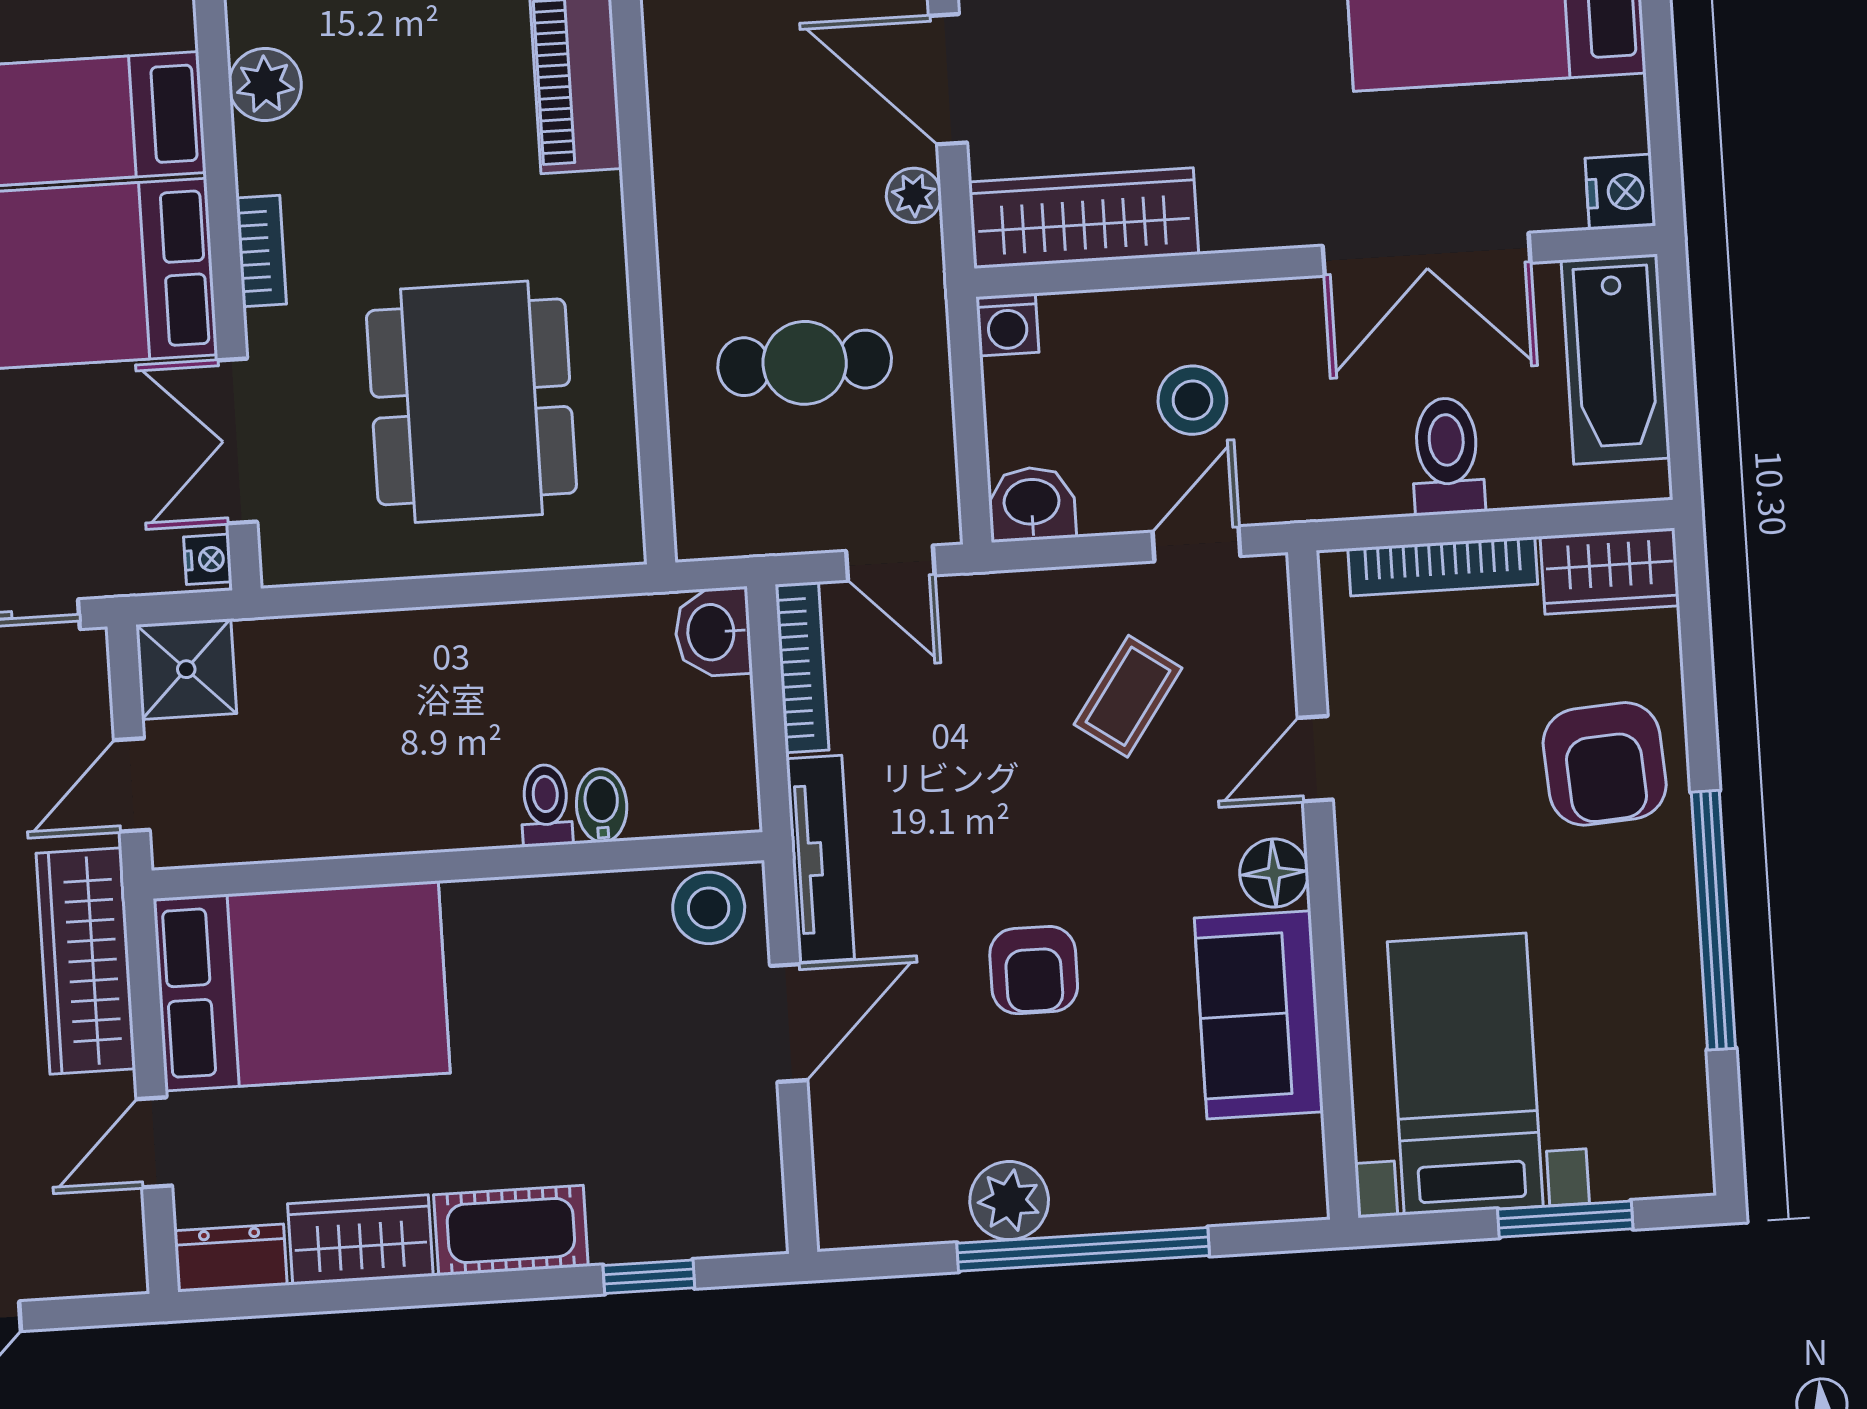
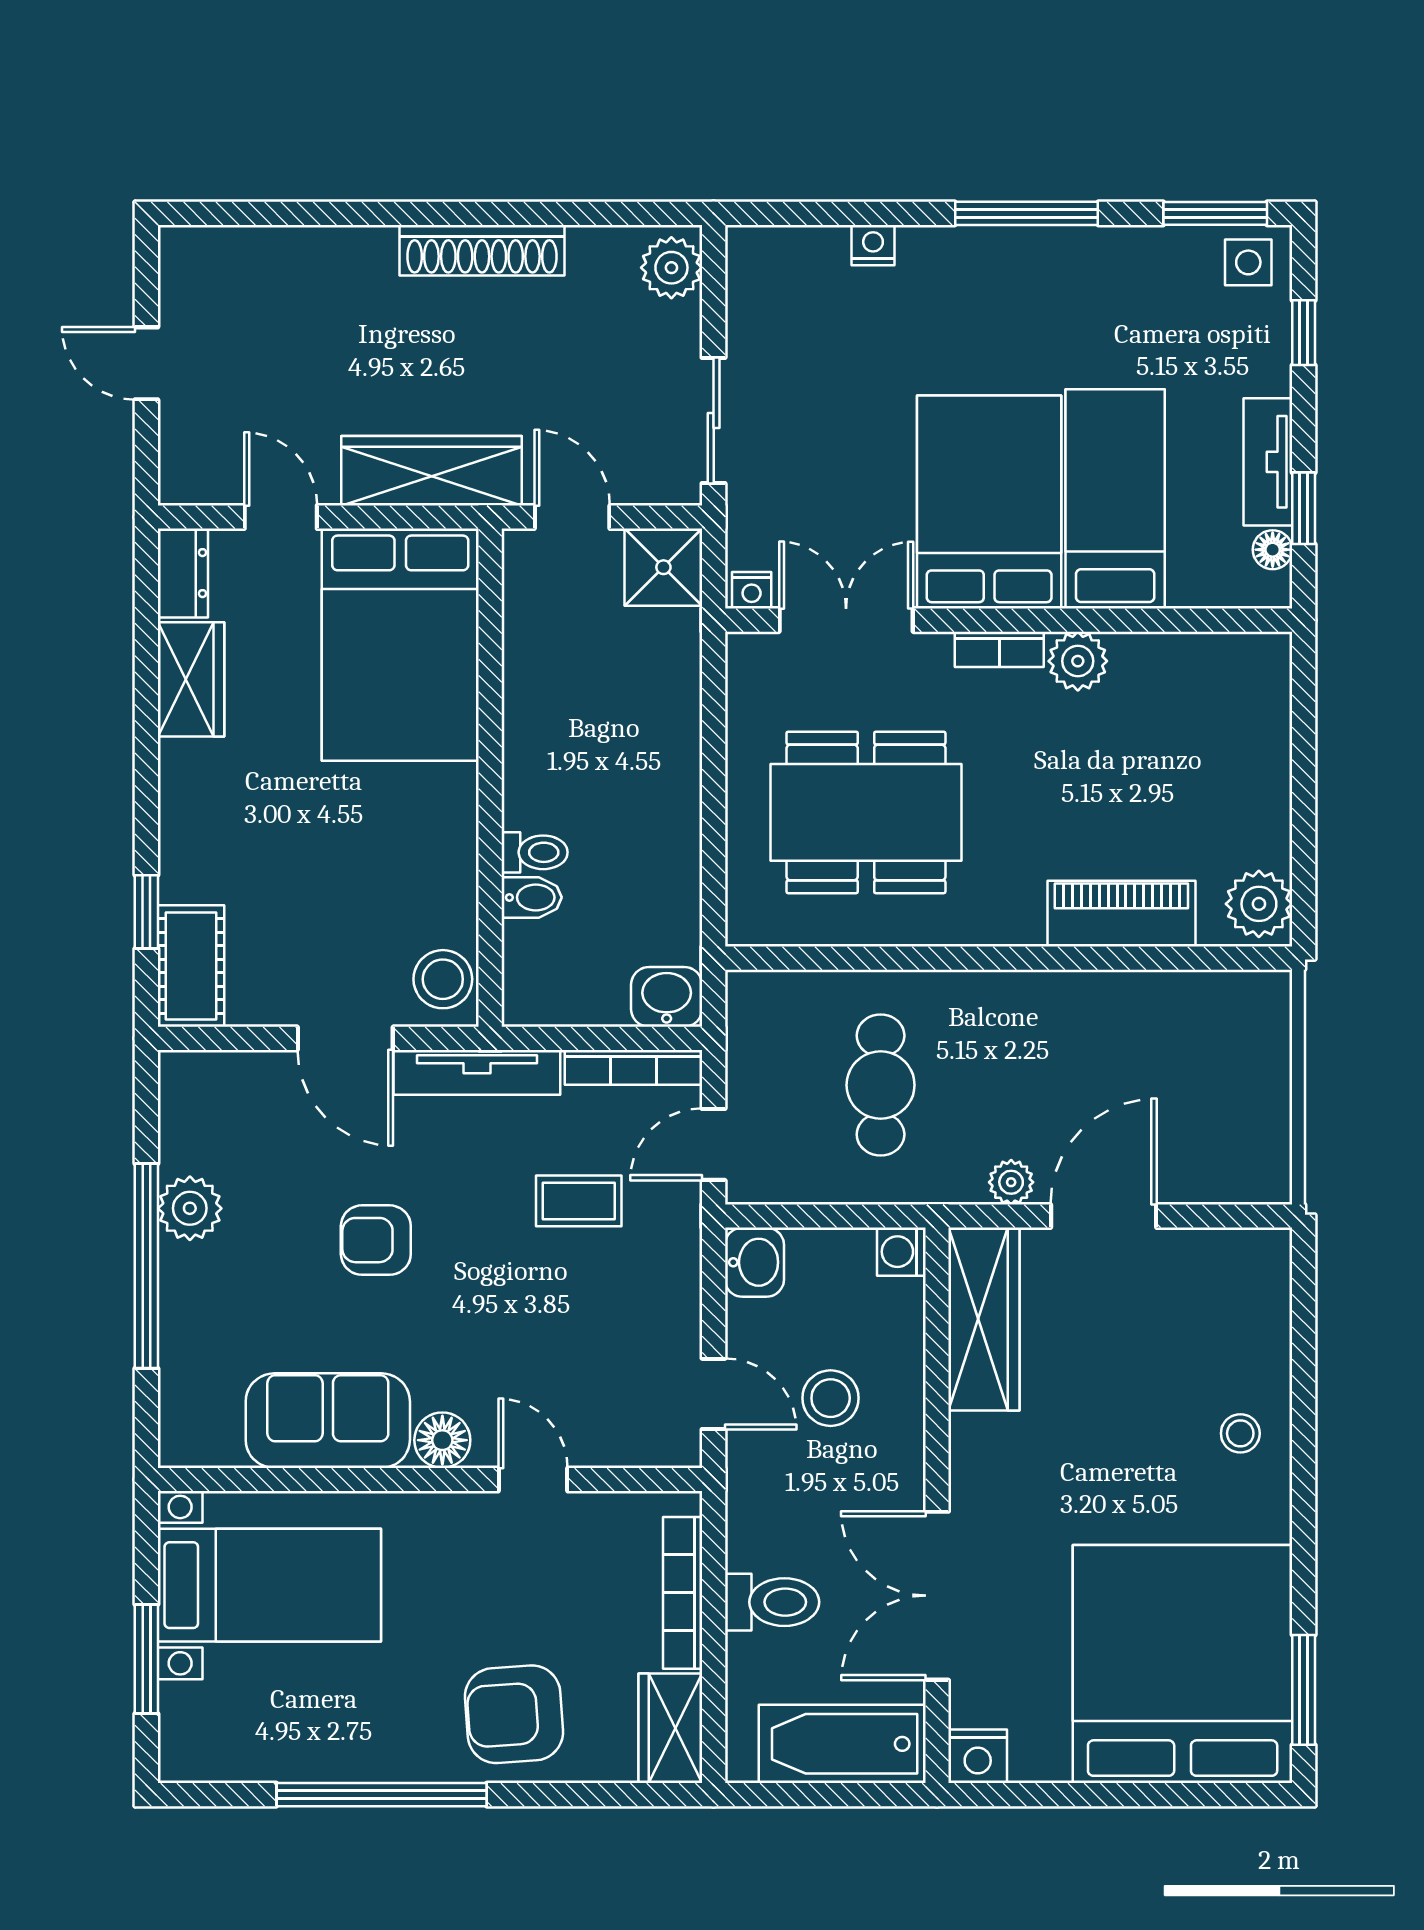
plant: (265, 84) -> (1078, 661), moved
coffee table: (1128, 696) -> (579, 1201), moved, turned -35
cot: (511, 1230) -> (191, 966), moved

